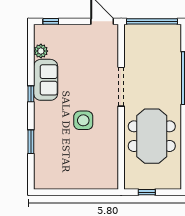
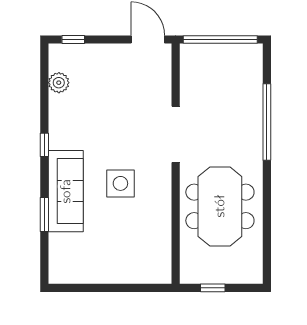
sofa: (46, 80) -> (66, 191), moved, width x1.36

